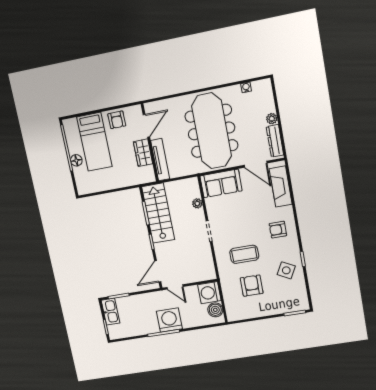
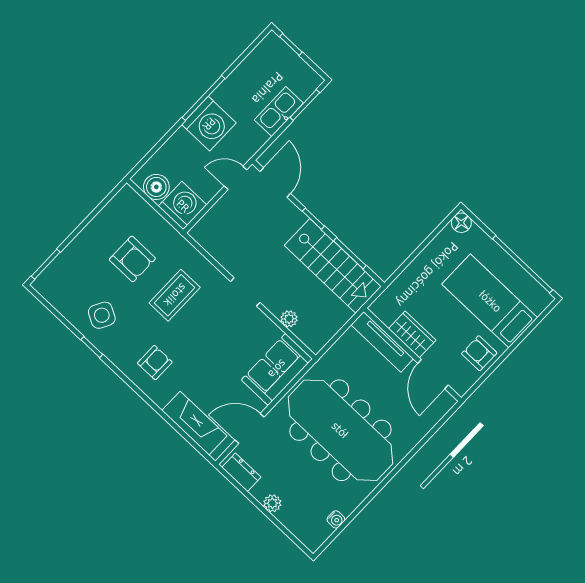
dresser: (275, 141) -> (241, 472), width x0.70
floor lamp: (76, 160) -> (461, 223), moved
kitchen sink: (111, 312) -> (279, 111), moved, turned 90

